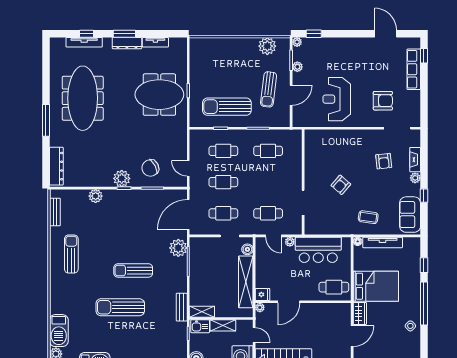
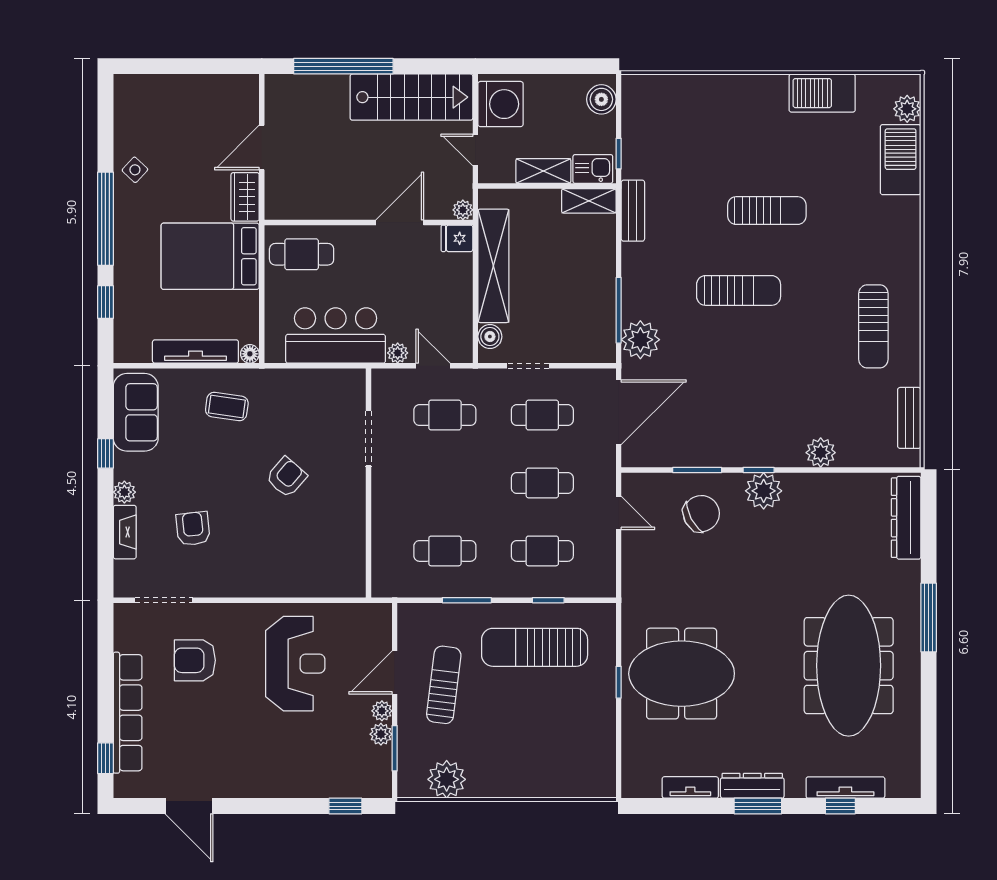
plant: (297, 42) -> (382, 711), moved
row of seats: (414, 69) -> (128, 713), width x1.36
sun lounger: (227, 107) -> (535, 647), turned 180
sun lounger: (120, 307) -> (767, 211), width x0.73, depth x0.75

